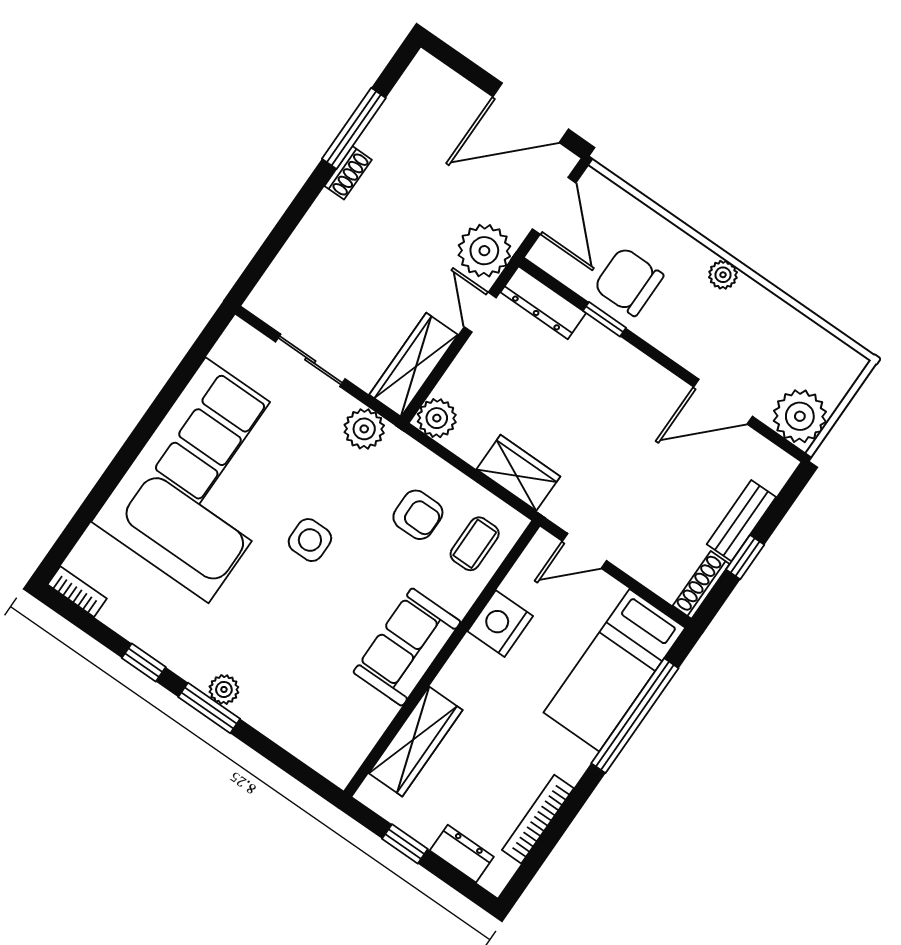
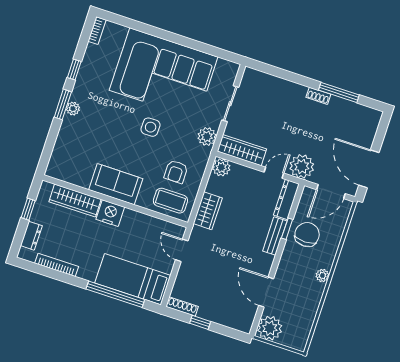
bench: (741, 521) -> (275, 236), moved, turned 90
coffee table: (475, 544) -> (170, 201), width x1.36, depth x1.30
nightstand: (500, 624) -> (110, 213), moved

